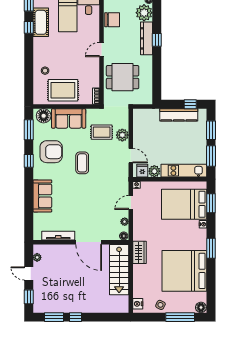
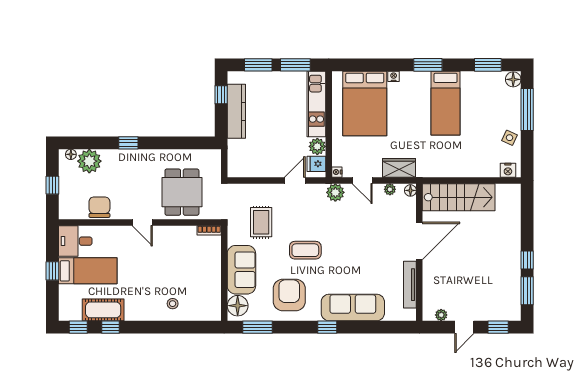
dresser: (147, 38) -> (126, 158), removed
rug: (63, 90) -> (201, 278), removed
plant: (122, 135) -> (335, 192), moved
window: (29, 161) -> (327, 327), moved
sofa: (42, 196) -> (353, 308), width x1.36
window: (211, 203) -> (488, 65), moved
wardrobe: (139, 252) -> (399, 168), moved
bed: (184, 271) -> (446, 103), width x0.49

